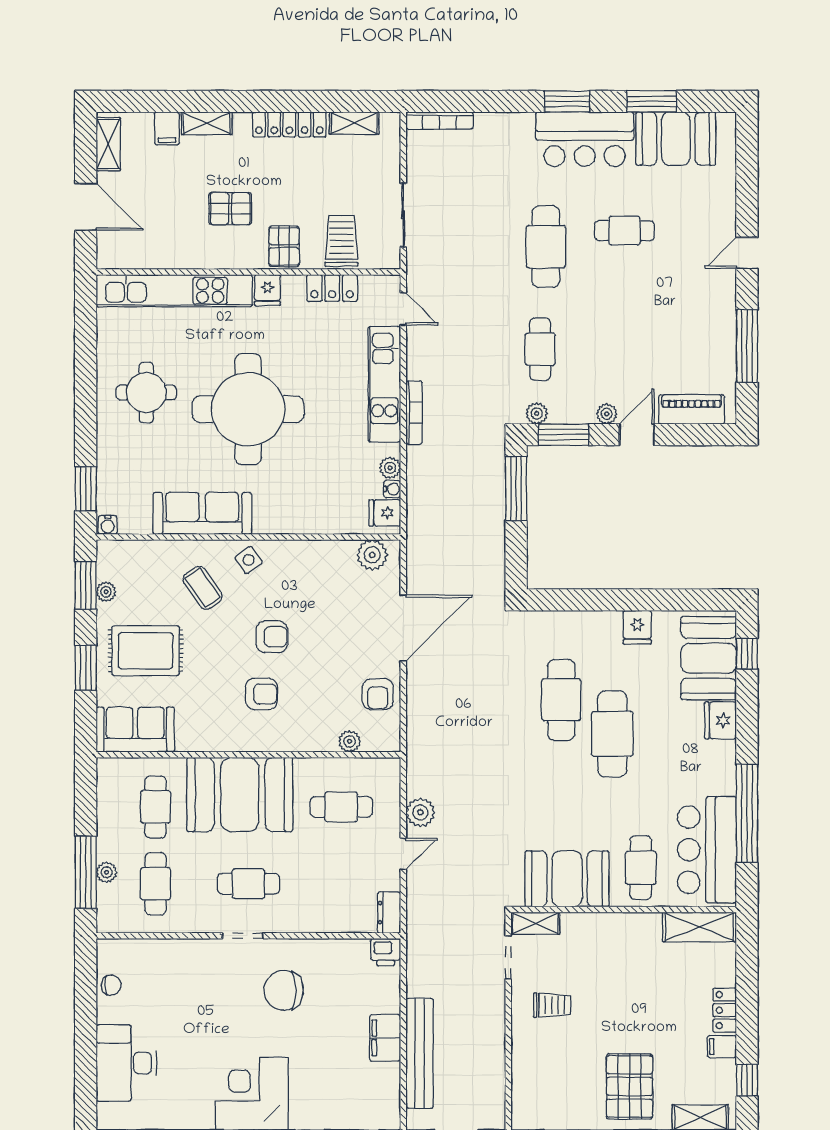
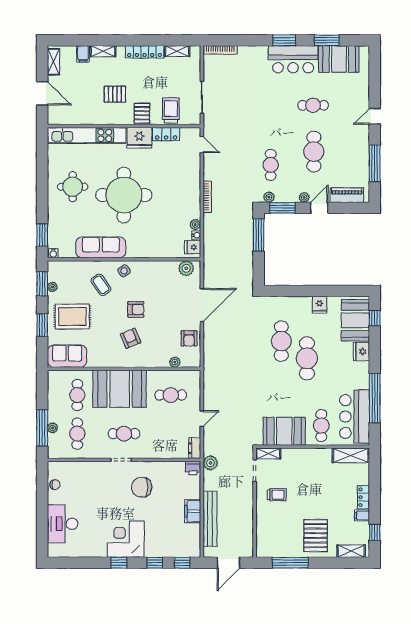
cafe table: (546, 247) -> (314, 152), moved
fridge: (267, 290) -> (139, 138), width x1.88, depth x1.34
kitchen unit: (384, 384) -> (192, 182), removed
armchair: (261, 694) -> (131, 338), turned -113
plant: (420, 812) -> (210, 463), moved

